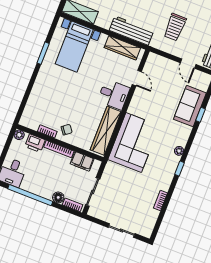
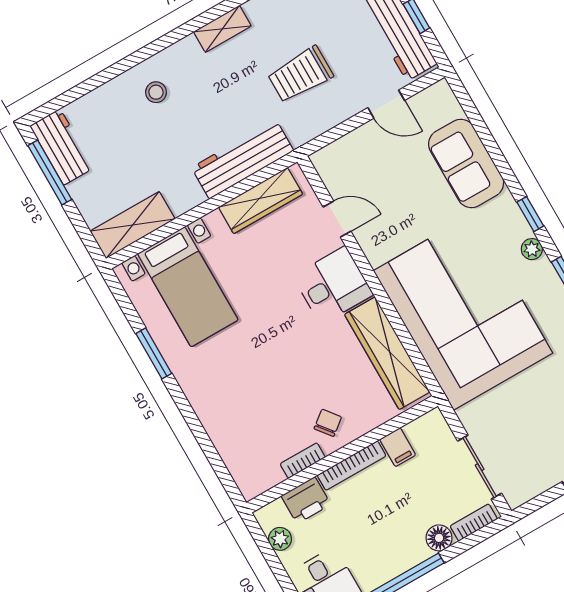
trolley: (175, 27) -> (300, 75), turned 90
window: (200, 115) -> (530, 214), moved
plant: (19, 135) -> (280, 539), moved
corner sofa: (134, 143) -> (463, 312), width x1.36, depth x1.36
filing cabinet: (82, 161) -> (398, 447), width x0.50

